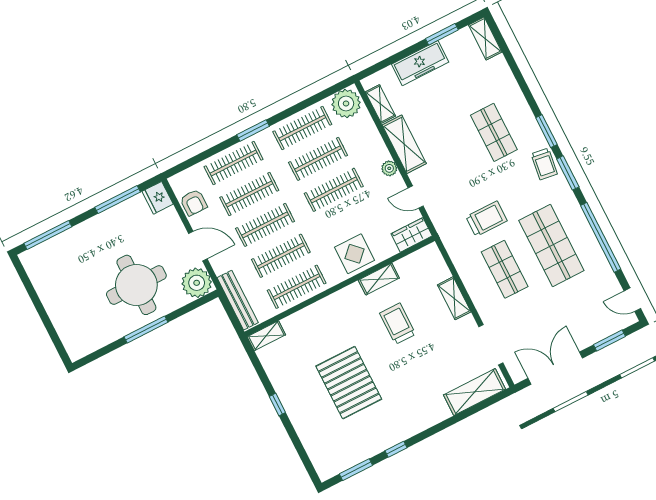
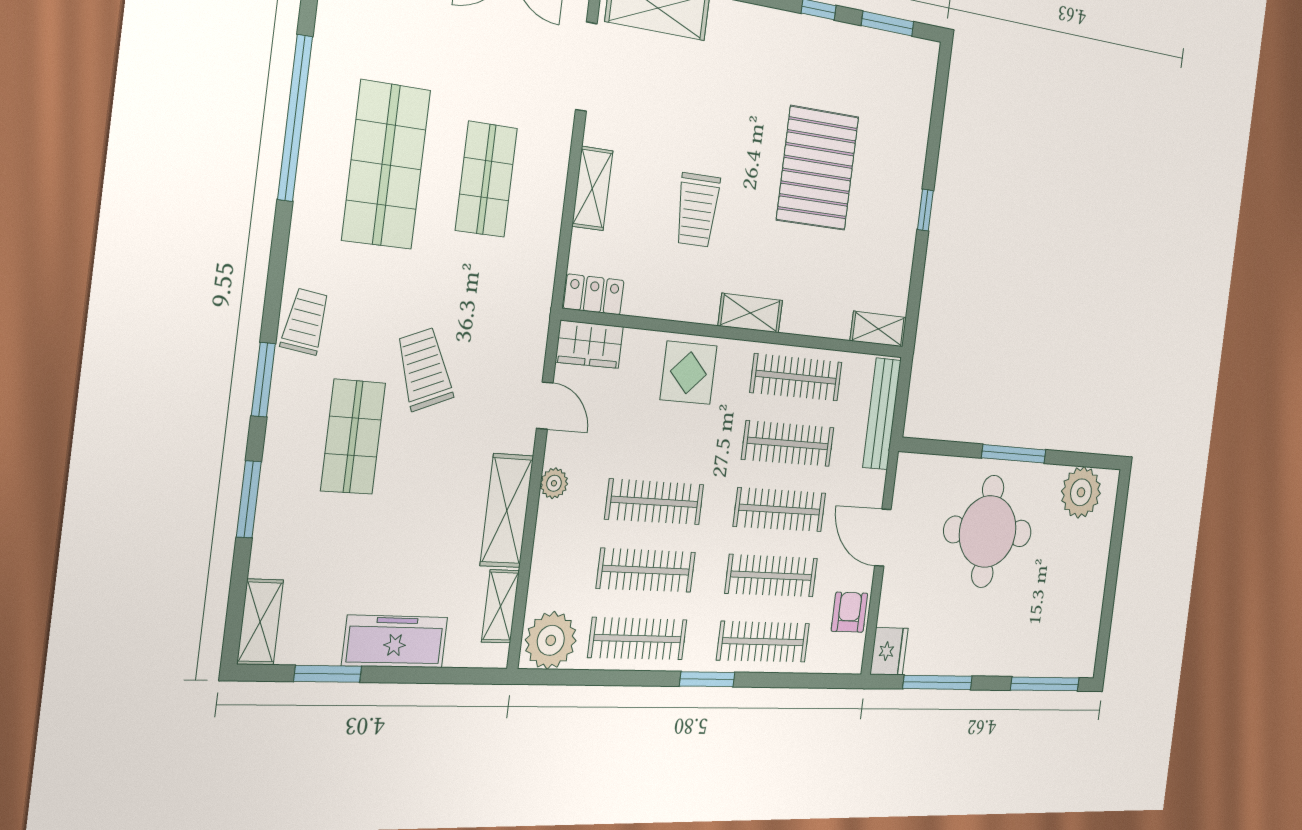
window: (568, 173) -> (249, 499), moved
trolley: (486, 219) -> (424, 369), moved, turned 68
locker: (424, 256) -> (594, 294), added
shelving: (379, 279) -> (750, 313), moved
plant: (197, 283) -> (1081, 492), moved

